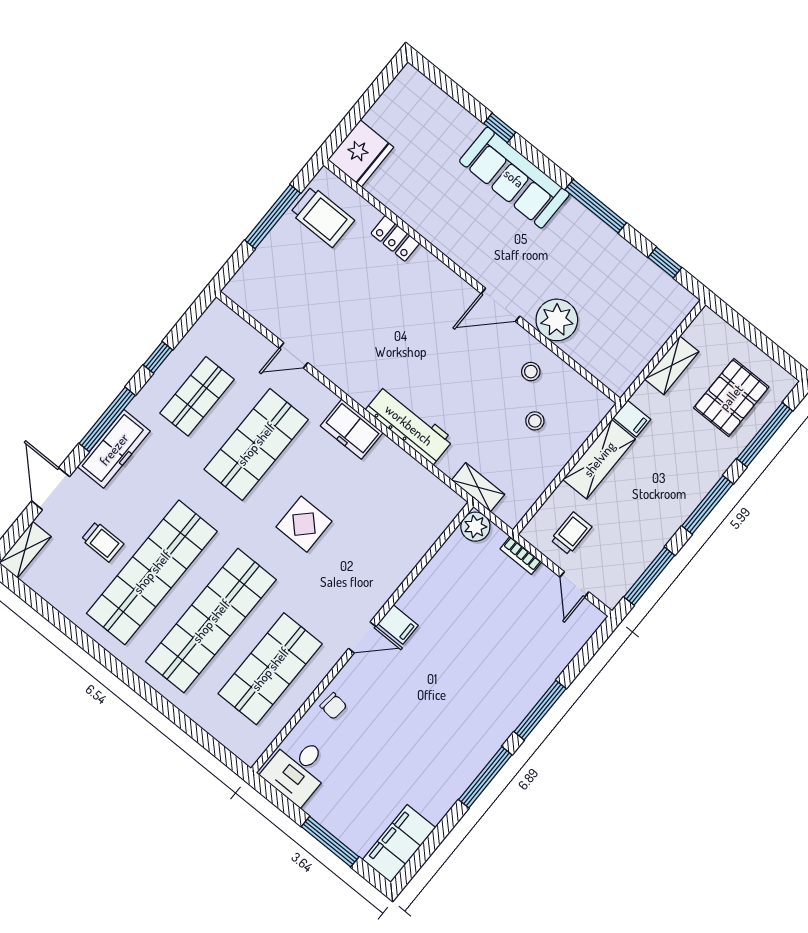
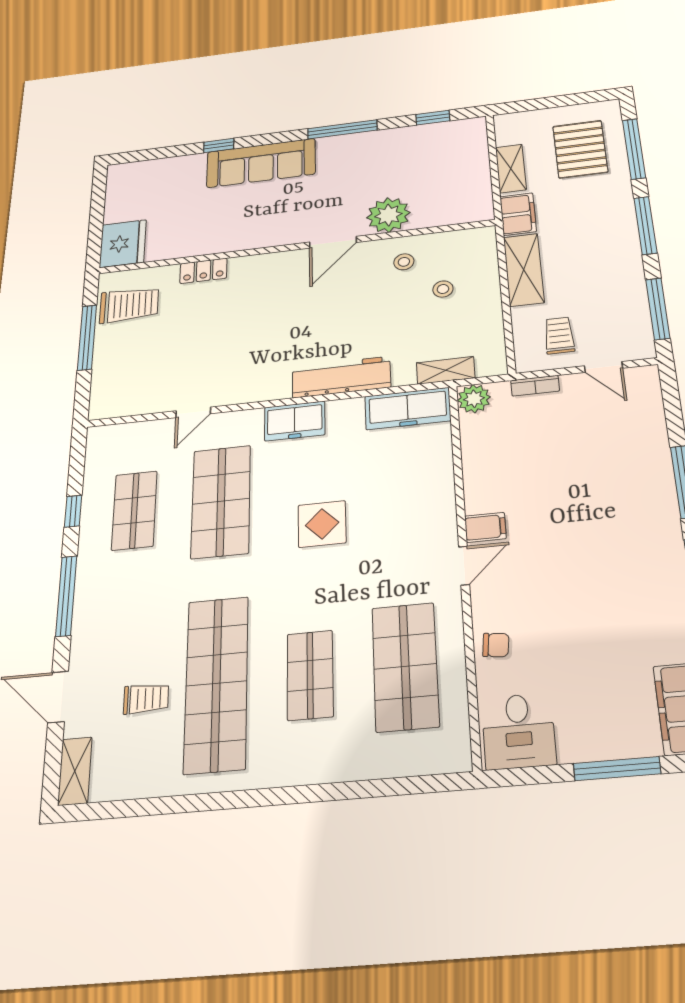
filing cabinet: (632, 419) -> (518, 214), width x2.00
freezer: (114, 449) -> (408, 409), moved, turned 90
shop shelf: (211, 621) -> (310, 675), width x0.50, depth x0.74

